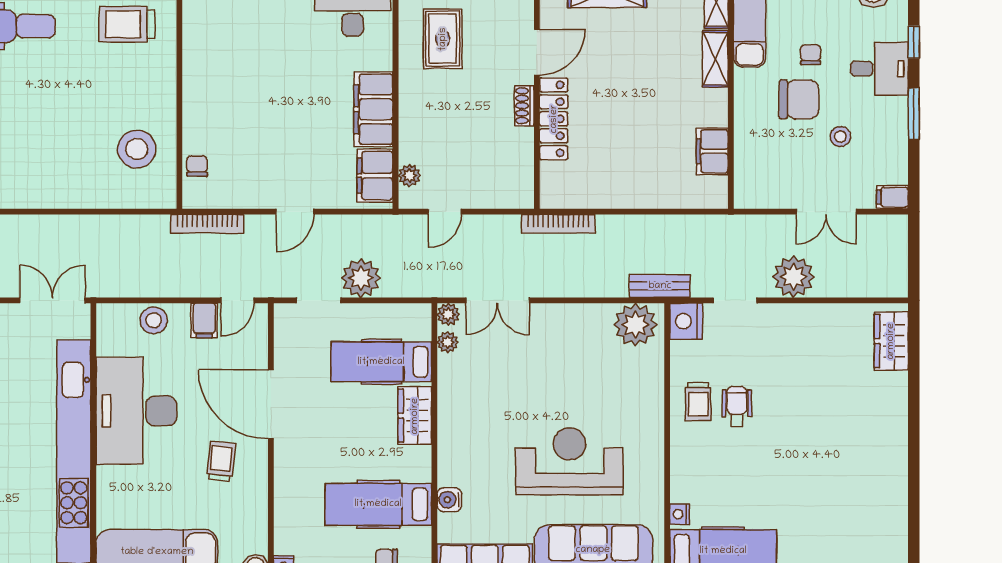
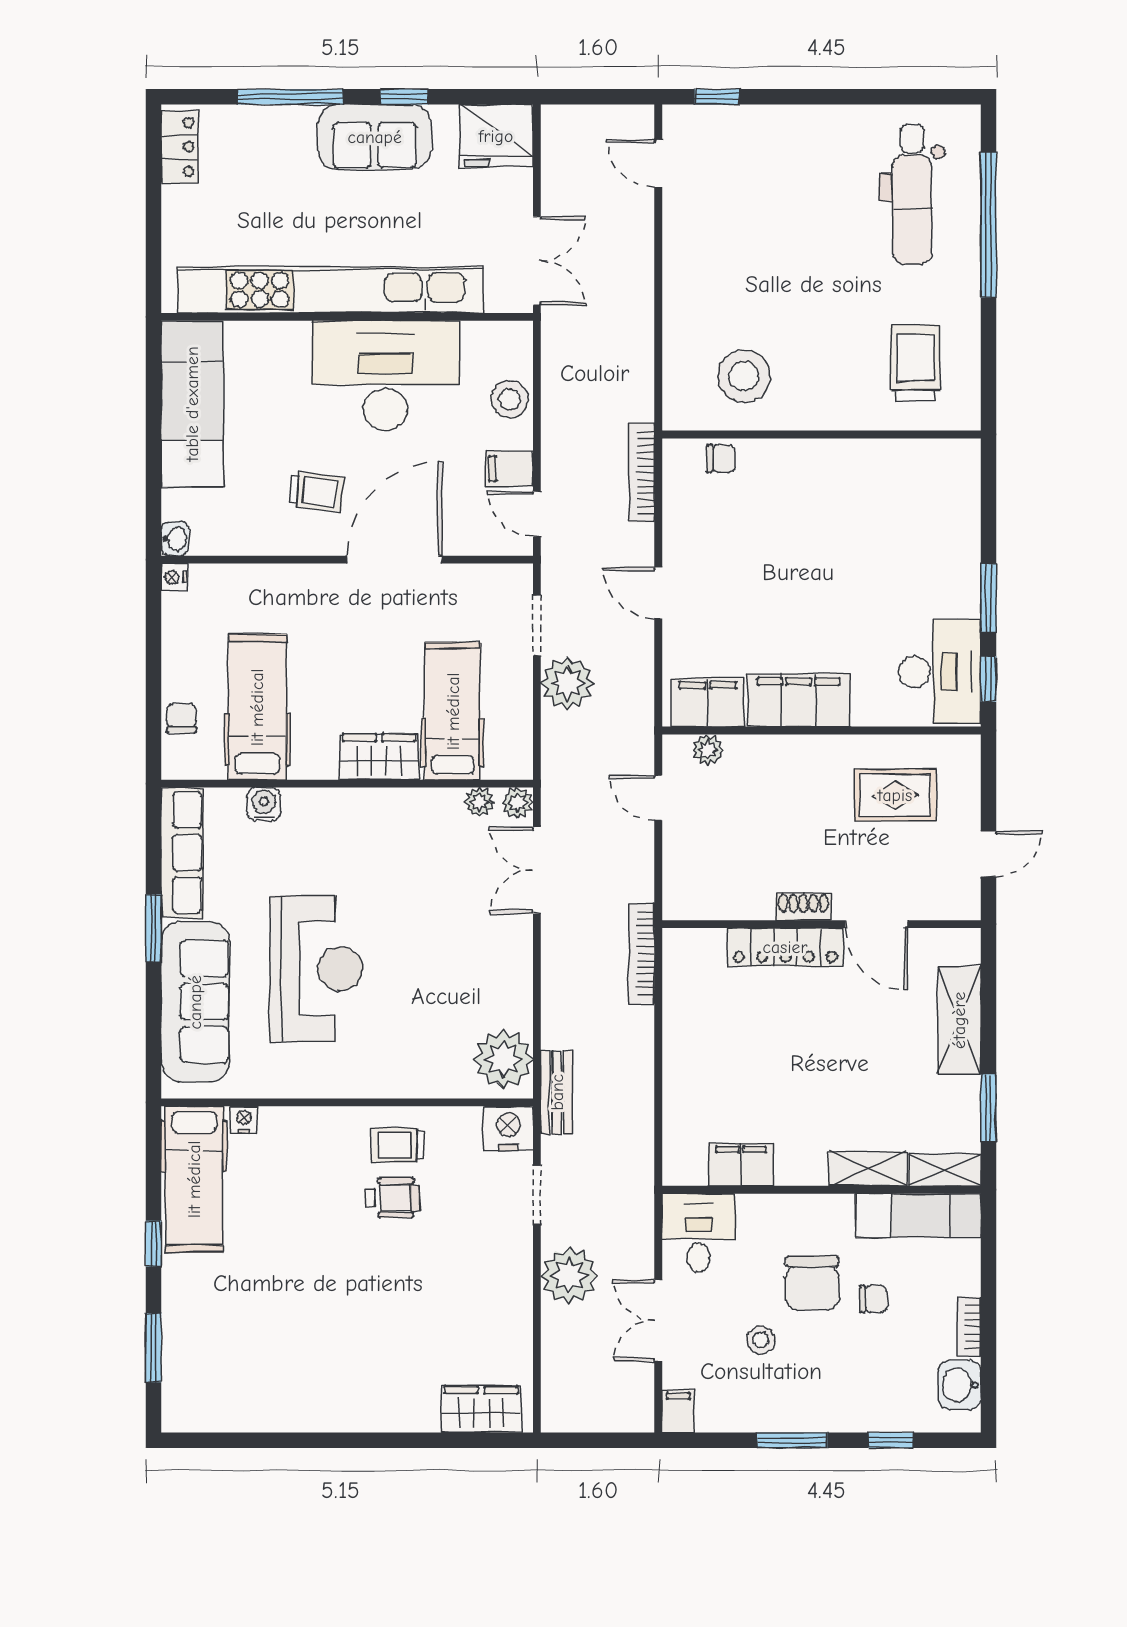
desk: (879, 69) -> (699, 1233), moved, turned 180

